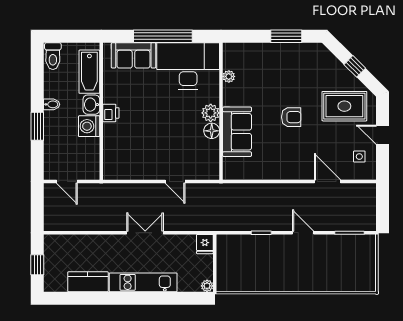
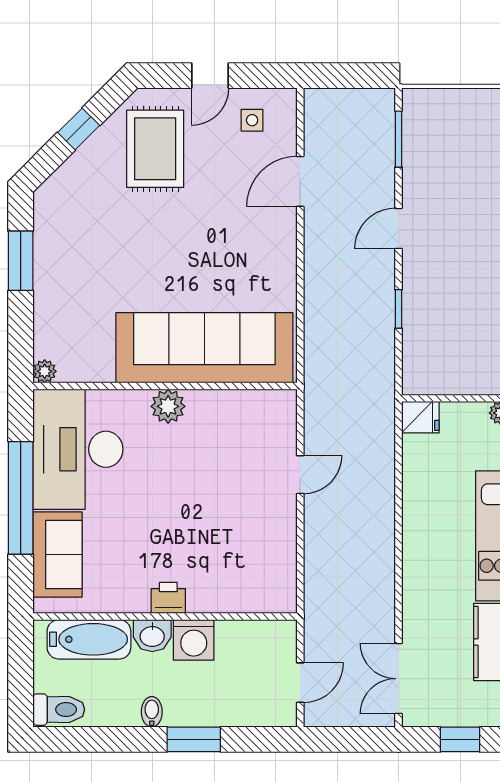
plant: (229, 76) -> (45, 371), moved
armchair: (291, 117) -> (176, 251), removed
floor lamp: (212, 131) -> (203, 404), removed
sofa: (237, 132) -> (204, 348), width x1.85, depth x1.27
double door: (145, 233) -> (399, 679), moved

